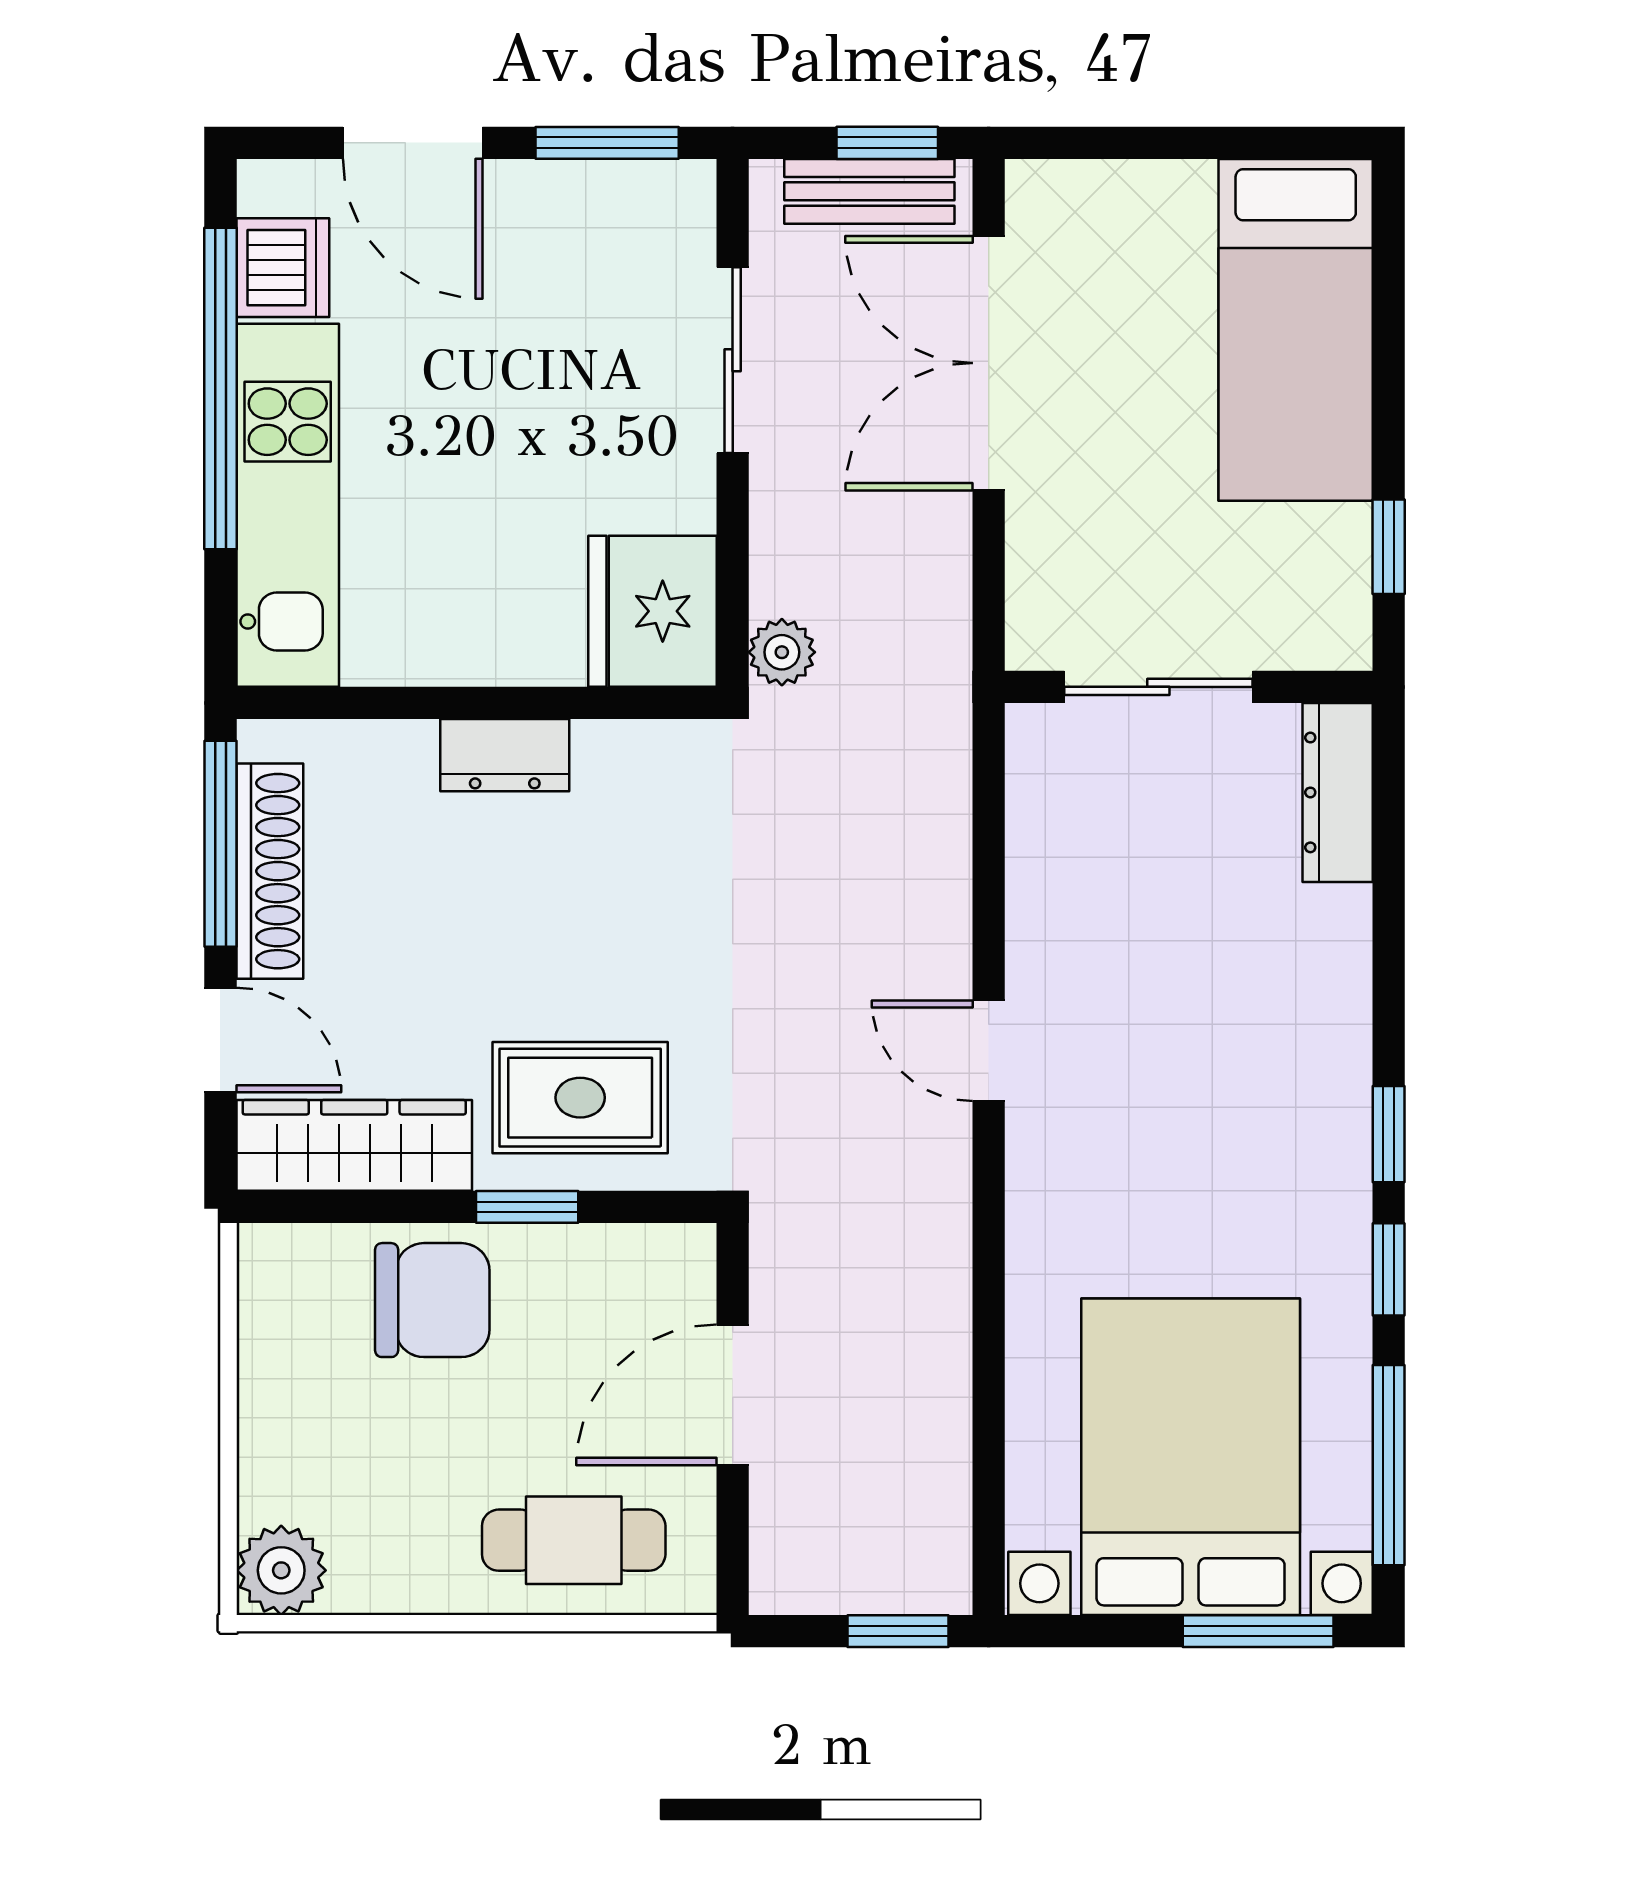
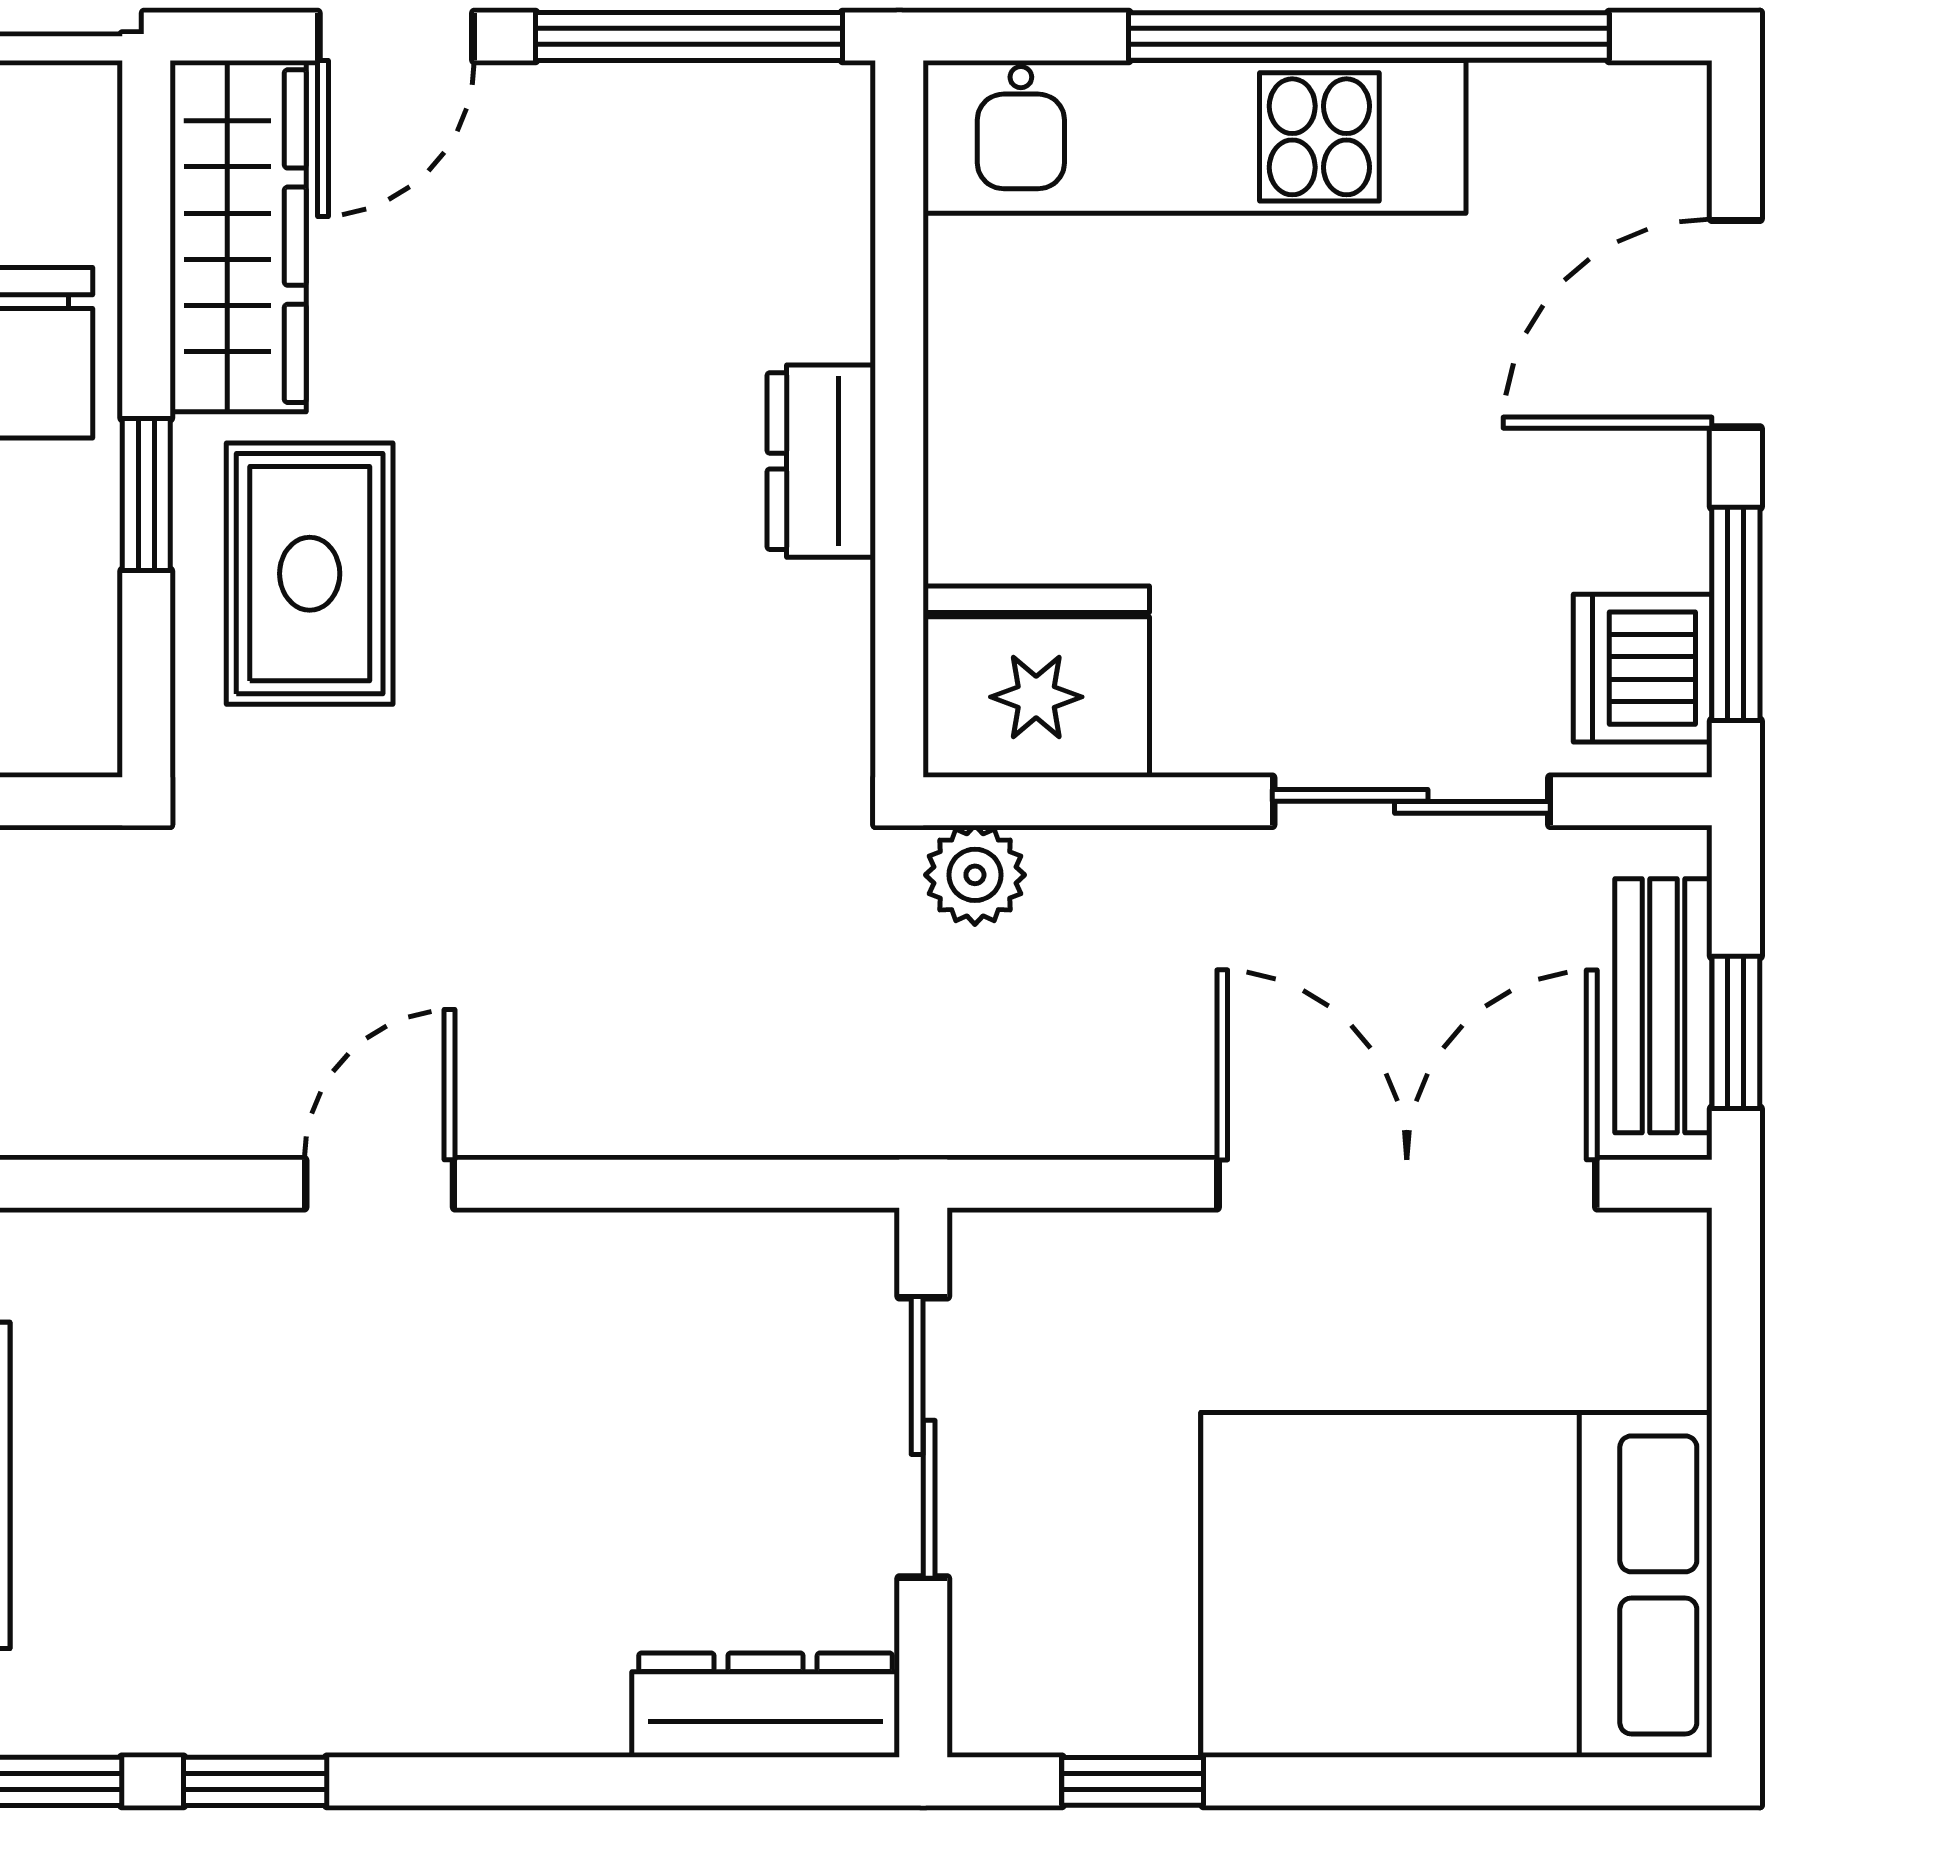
dishwasher: (283, 268) -> (1643, 668), moved, turned 90
bed: (1296, 330) -> (1456, 1585), width x1.50
shoe rack: (270, 871) -> (648, 110), removed

